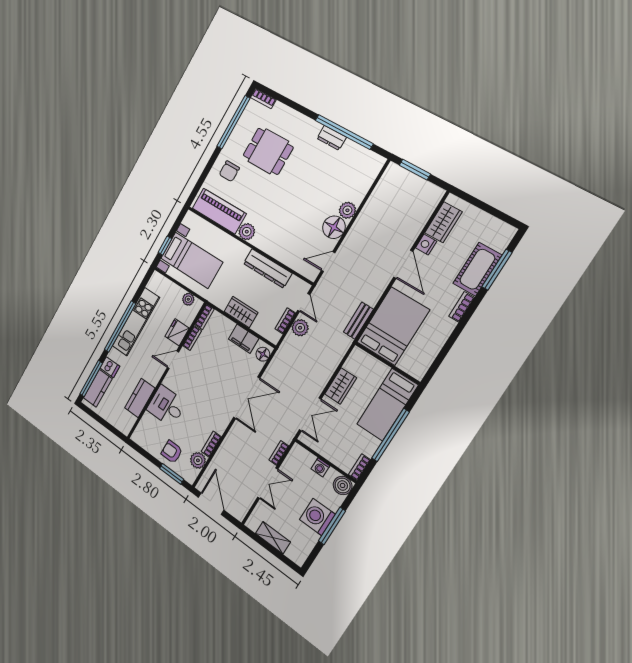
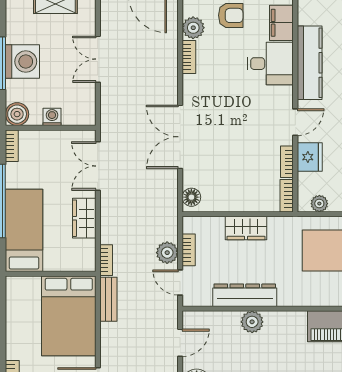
plant: (247, 232) -> (252, 322), moved
filing cabinet: (244, 339) -> (281, 23), moved, turned -90
kitchen counter: (140, 398) -> (310, 63), width x1.50
bookcase: (279, 453) -> (106, 260), moved

